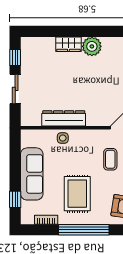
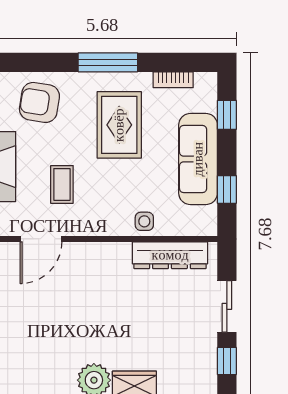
dresser: (64, 118) -> (170, 255), moved
window: (15, 156) -> (227, 189), added
window: (84, 230) -> (108, 62), width x0.68

